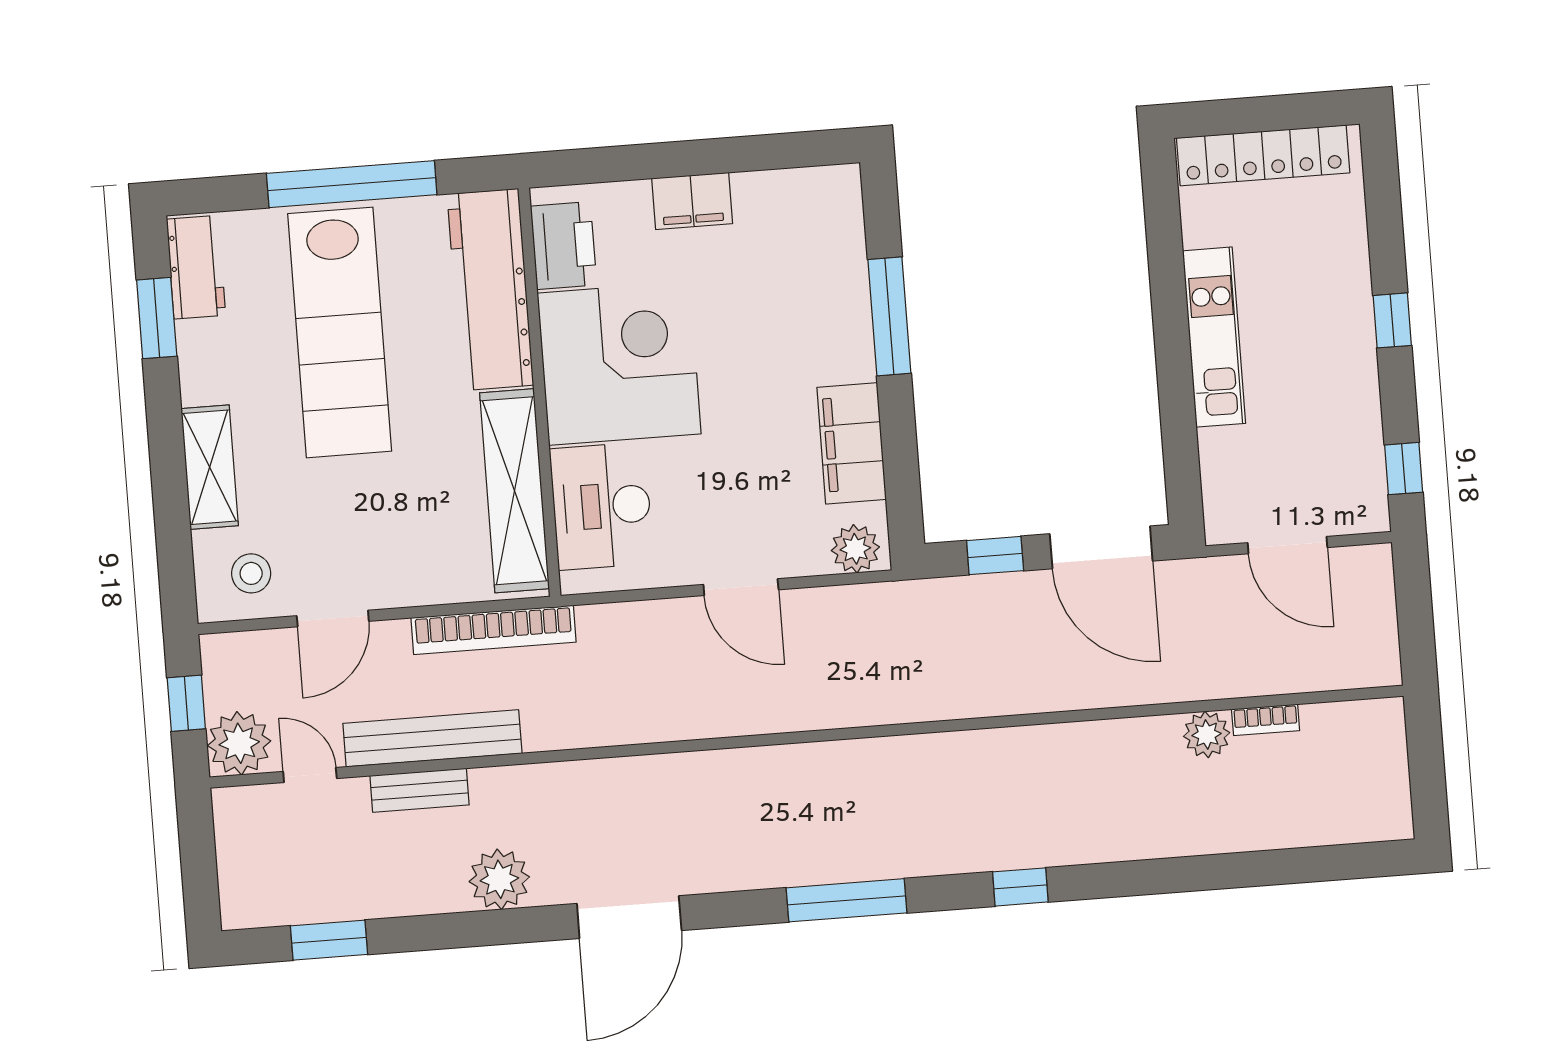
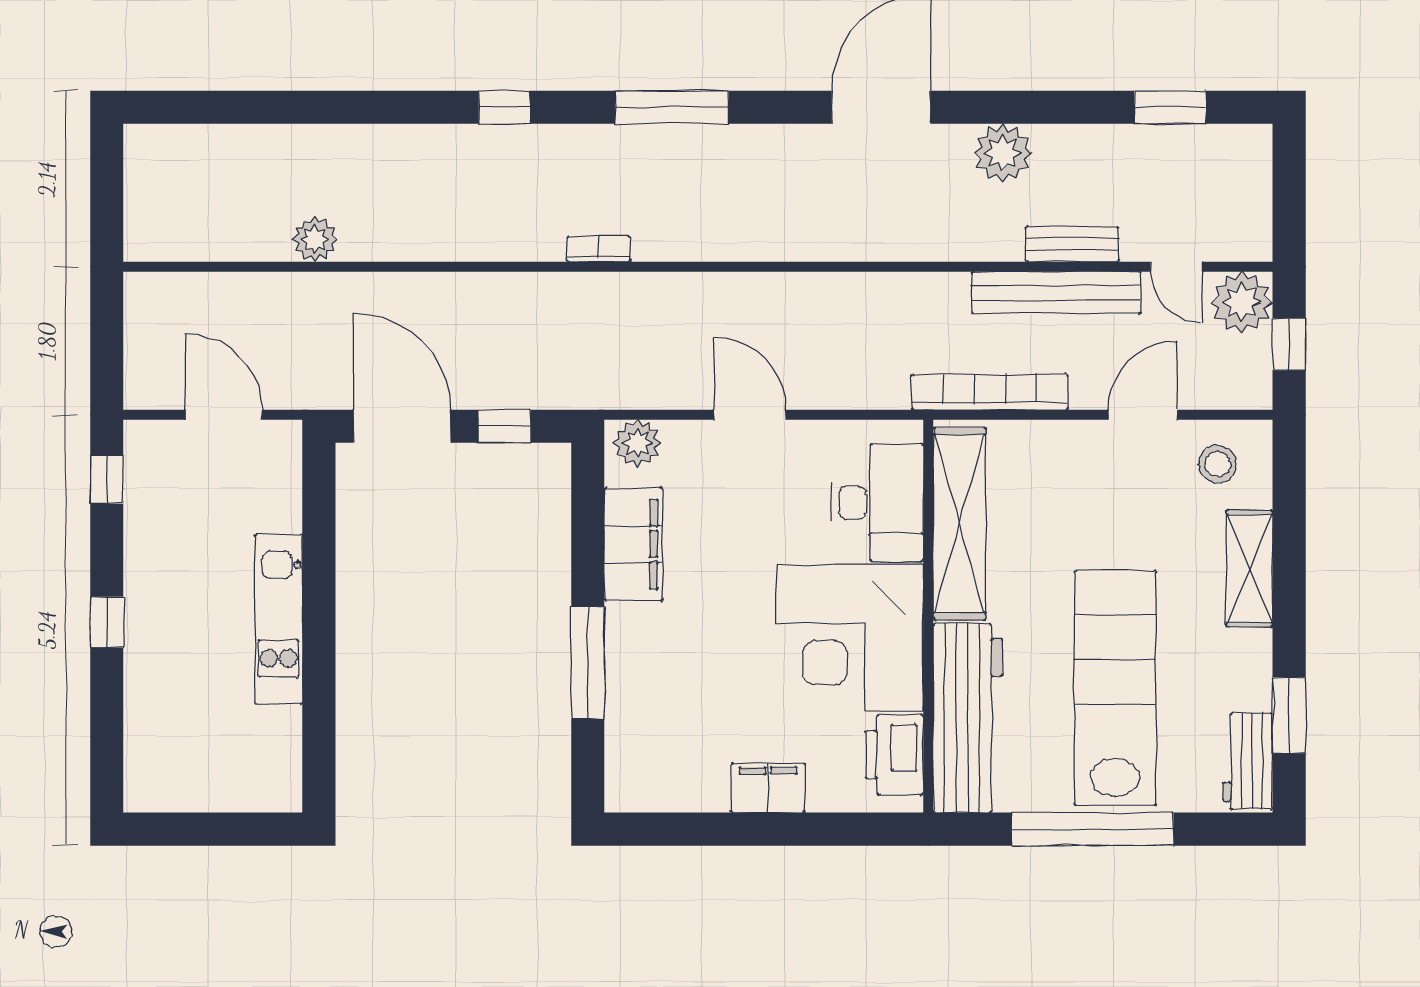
locker: (1263, 155) -> (218, 790), removed
bookcase: (1266, 720) -> (599, 249), moved

